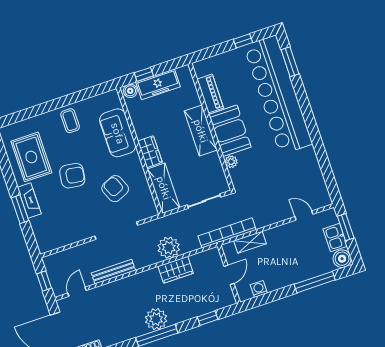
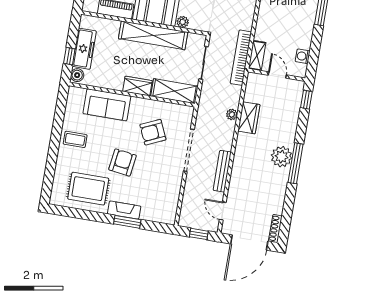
shelving: (201, 131) -> (153, 35), width x1.47
shelving: (250, 242) -> (257, 56), moved
plant: (169, 248) -> (232, 114), width x0.53, depth x0.53
window: (208, 318) -> (306, 100), moved

